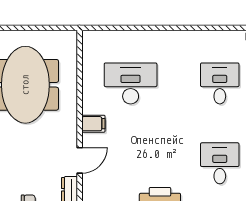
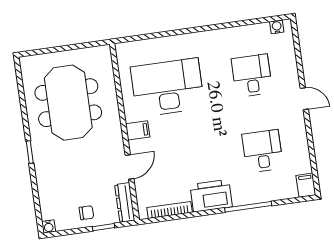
desk: (131, 83) -> (168, 87), width x1.36, depth x1.30

